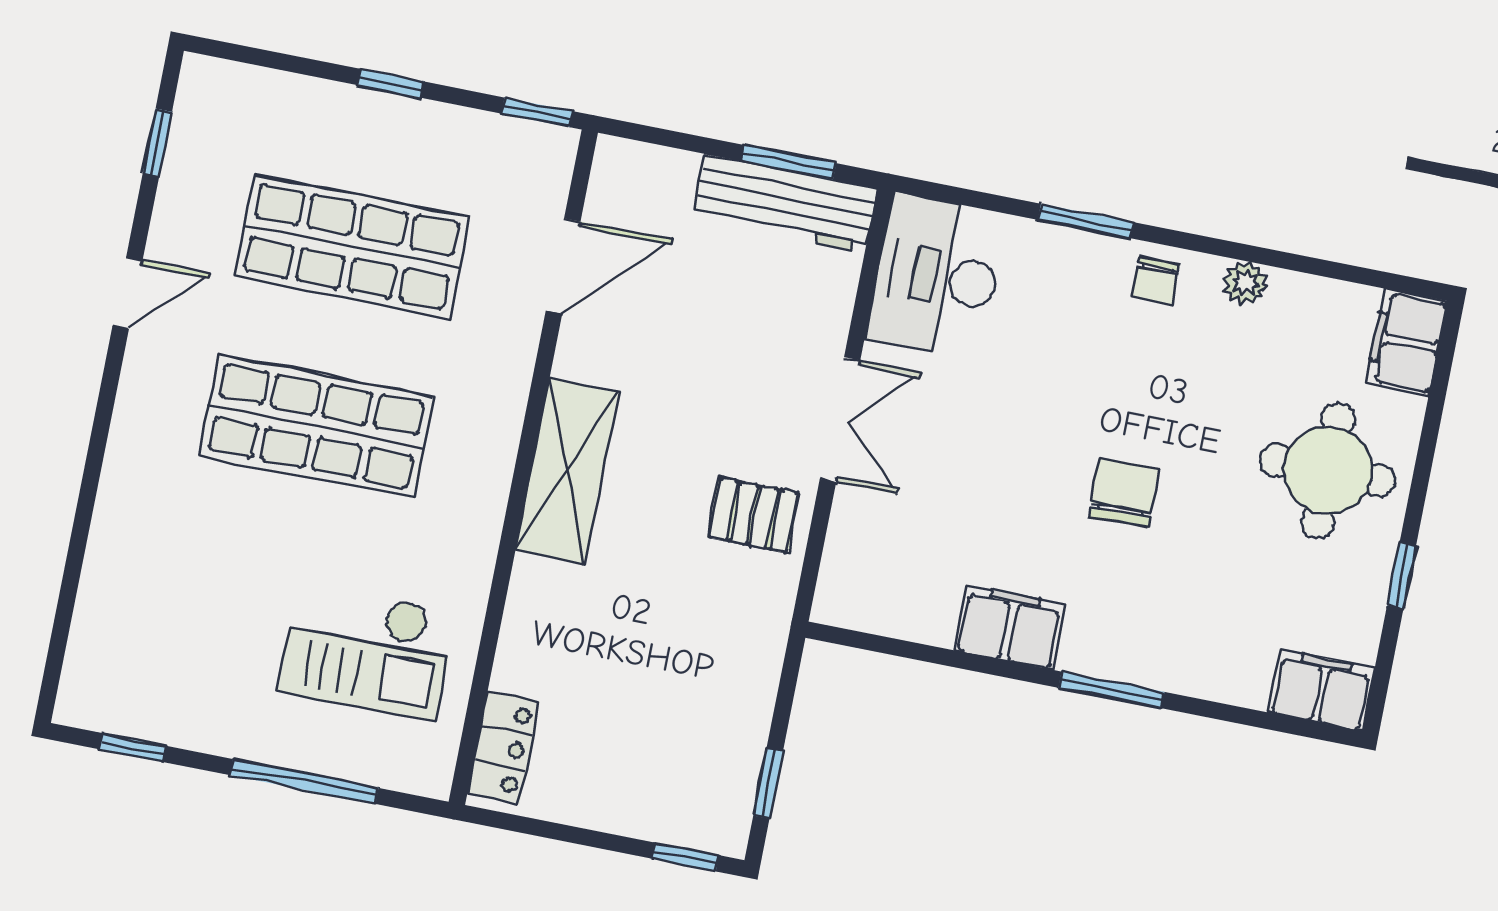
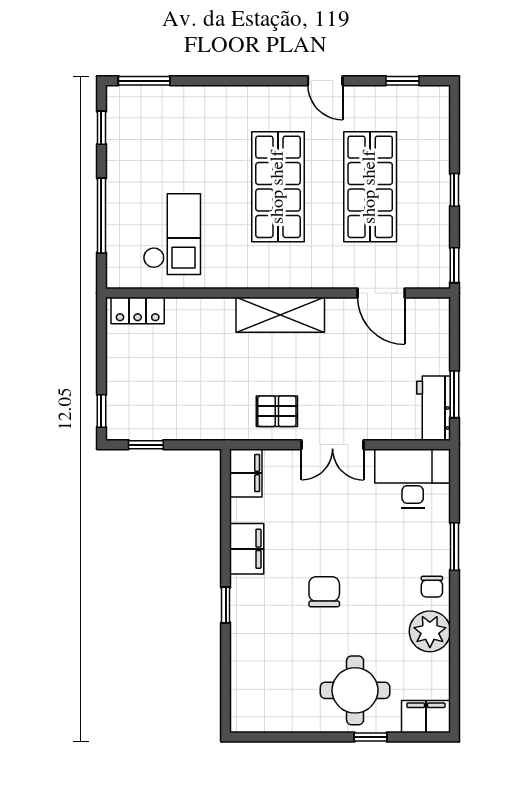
workbench: (785, 204) -> (434, 408), width x0.73
chair: (1155, 280) -> (432, 587), turned -90
plant: (1245, 283) -> (430, 631), width x1.87, depth x1.87
chair: (1123, 493) -> (324, 592), turned -89
pallet: (753, 515) -> (277, 411), turned 90
window: (1402, 576) -> (371, 737), moved
window: (58, 646) -> (144, 81), added
checkout: (368, 651) -> (172, 234), turned 180
window: (1111, 690) -> (226, 605), width x0.67
filing cabinet: (1321, 690) -> (246, 473), moved

